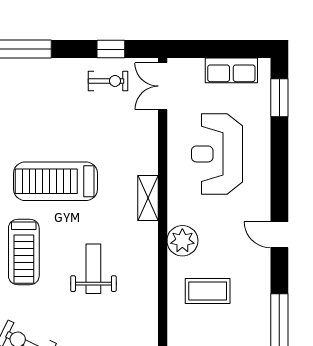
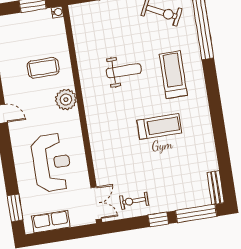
window: (111, 49) -> (158, 219), moved
treadmill: (55, 181) -> (159, 127), width x0.73, depth x0.73
shelving: (148, 198) -> (94, 125), removed
weight bench: (93, 269) -> (124, 71), turned -90

